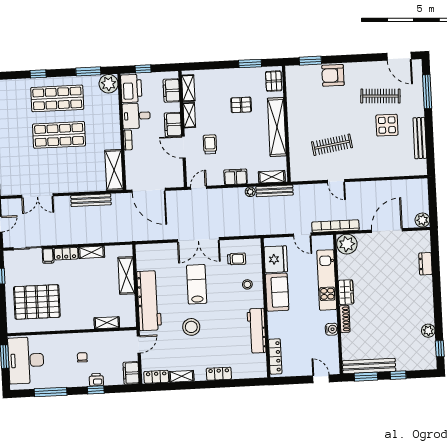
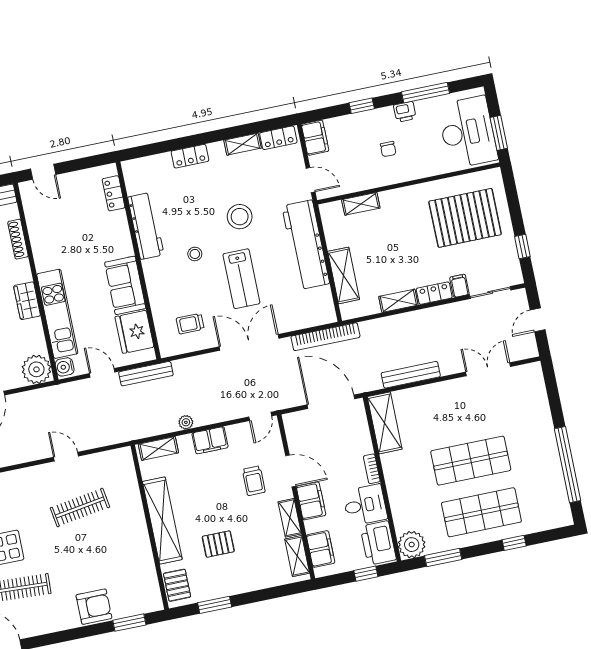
bench: (275, 191) -> (146, 374), moved
bookcase: (335, 226) -> (325, 337), moved
stool: (247, 284) -> (195, 254), moved
shoe rack: (345, 319) -> (18, 239), moved
water cooler: (332, 329) -> (65, 367), moved
door: (139, 344) -> (311, 180), swing flipped
locker: (275, 356) -> (114, 193), width x0.66
printer: (96, 380) -> (405, 112), moved

